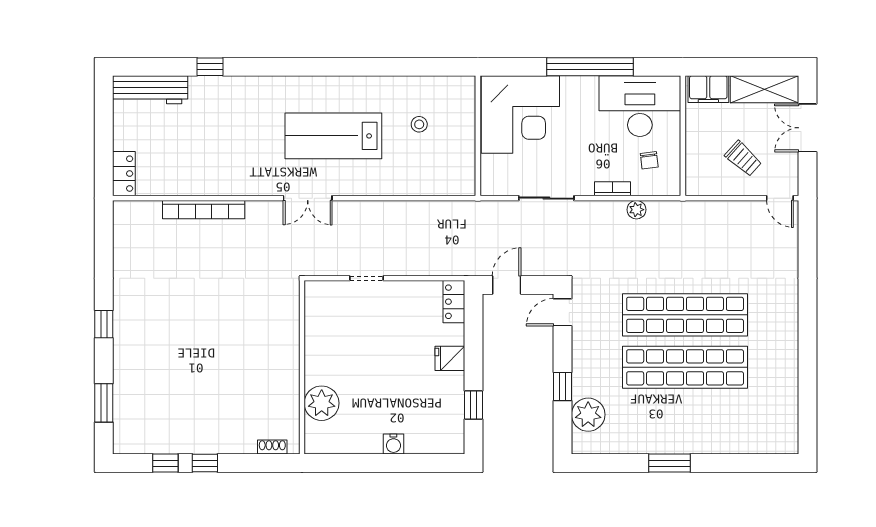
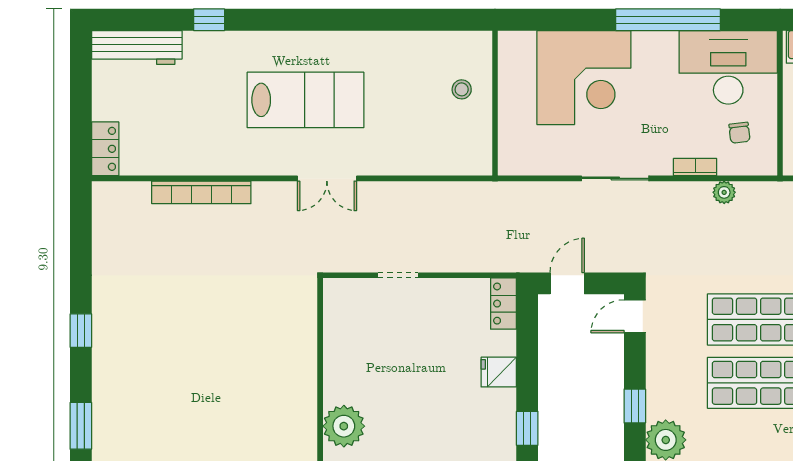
lab bench: (333, 136) -> (305, 100), moved, turned 180
wall: (478, 136) -> (495, 103), moved

